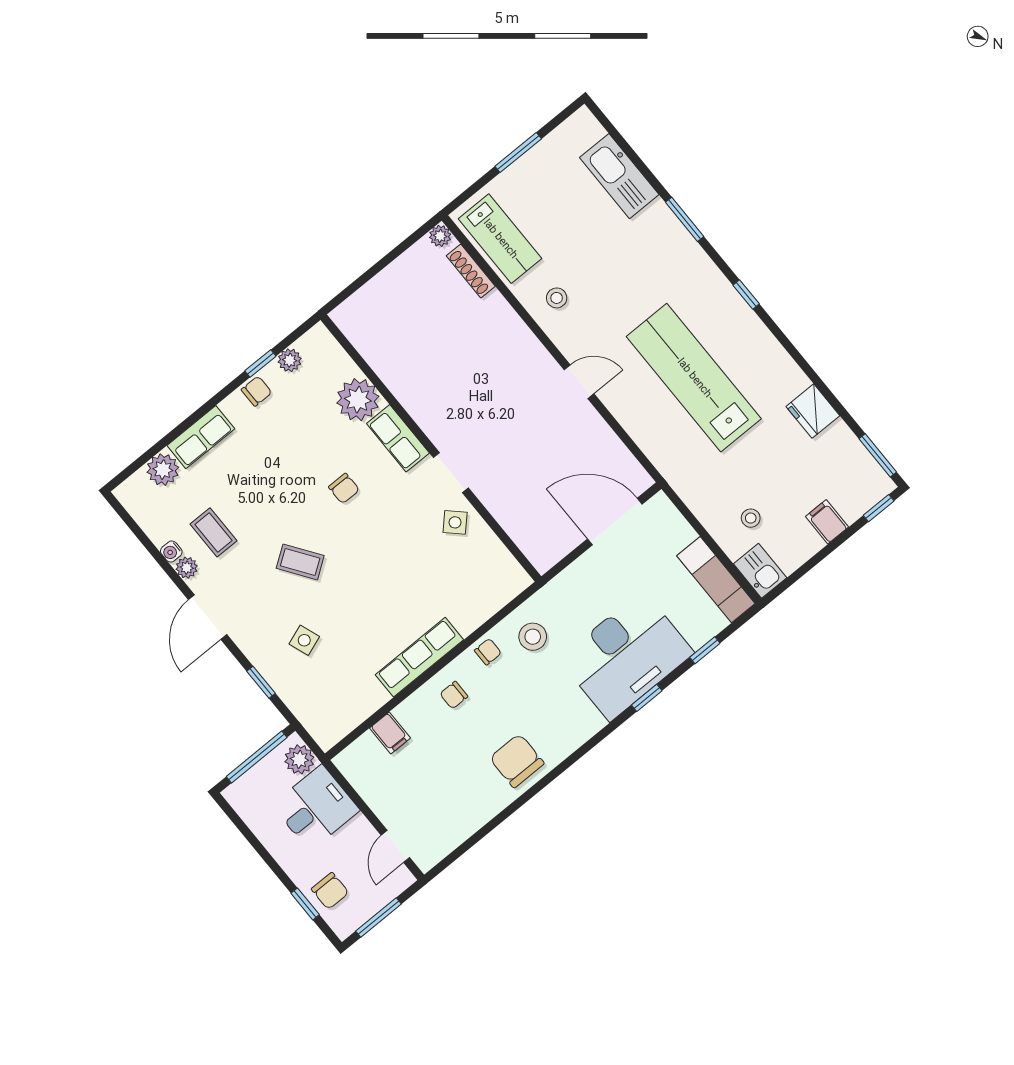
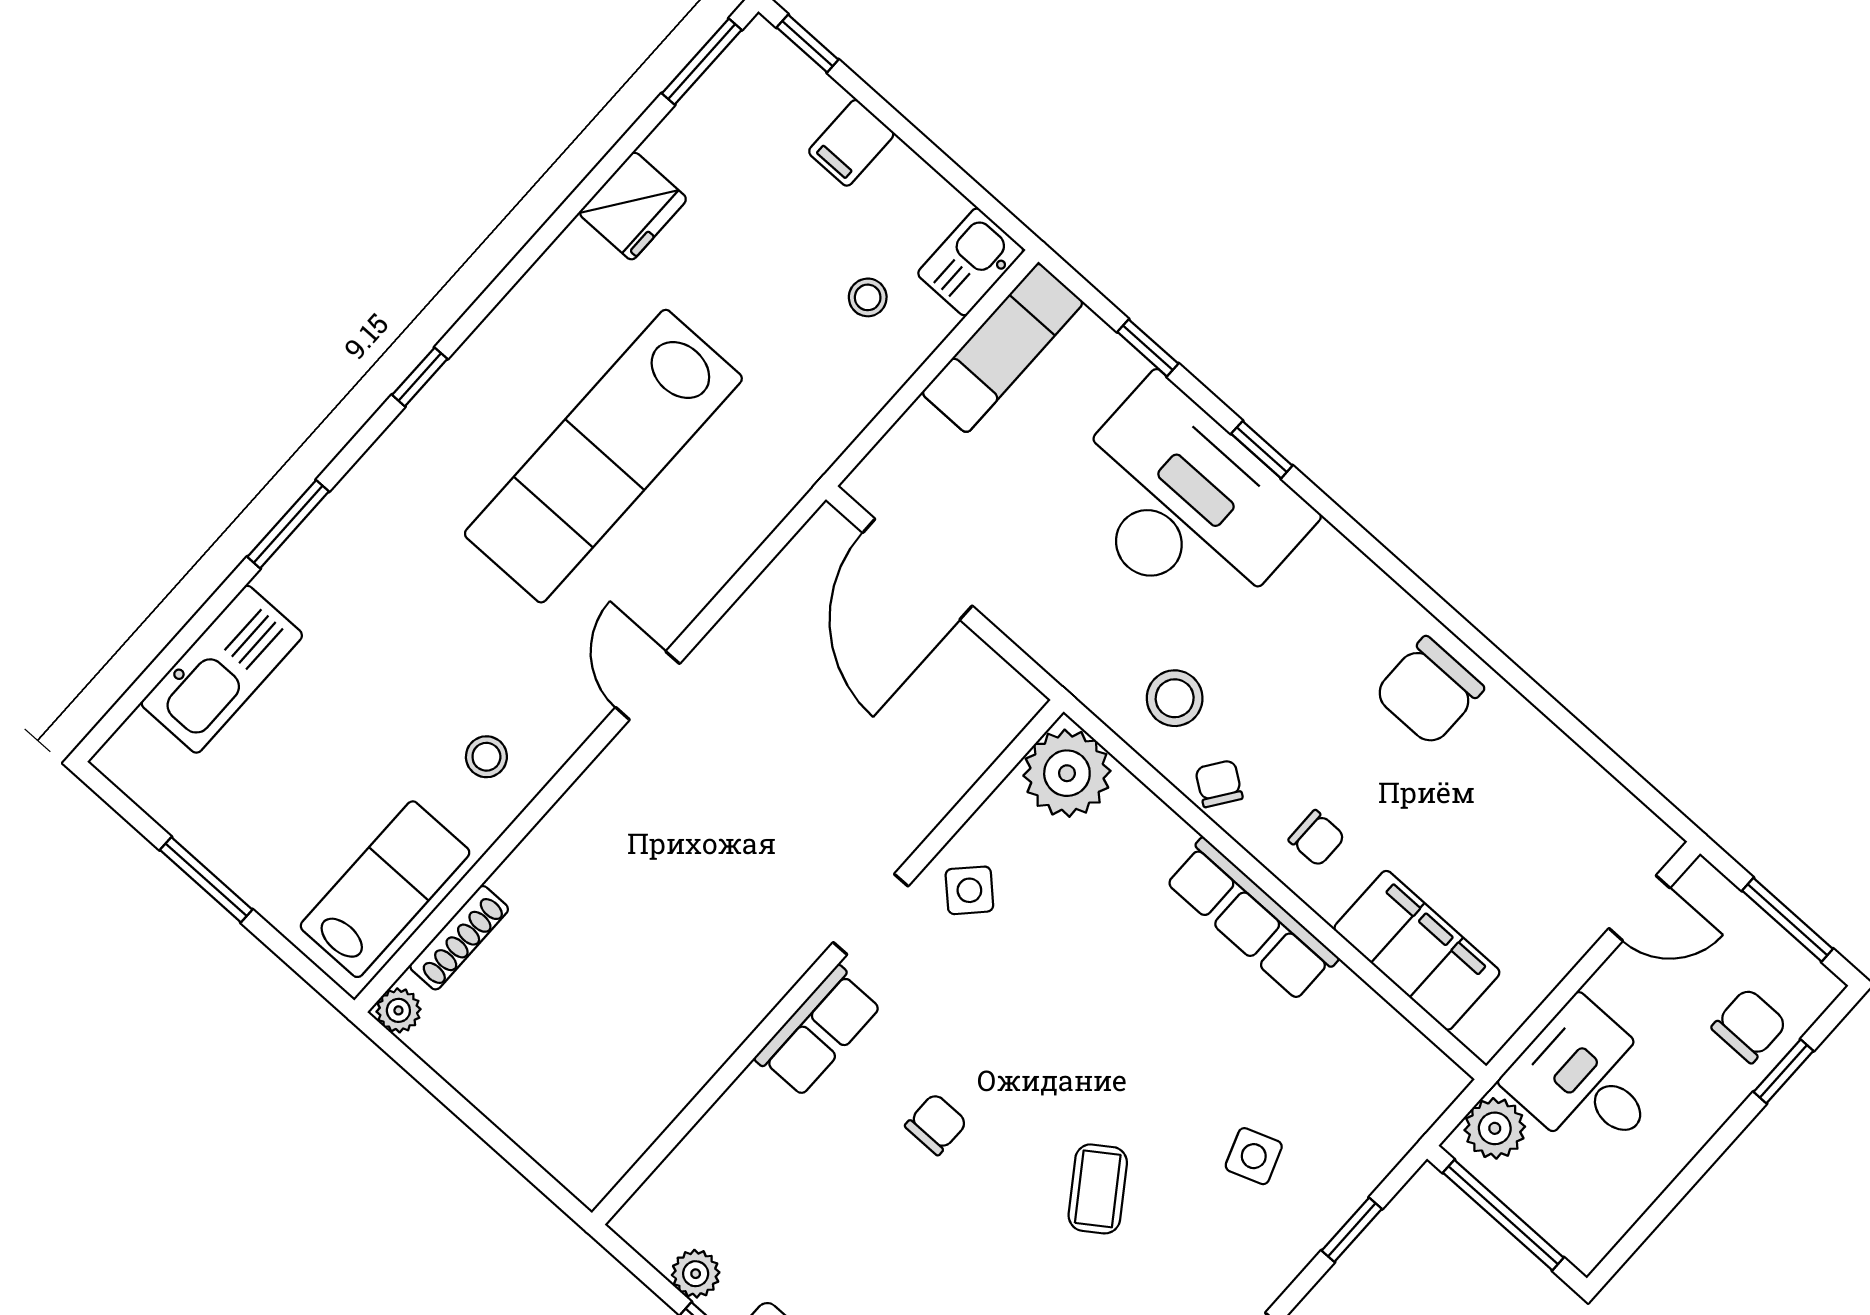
plant: (358, 400) -> (1067, 773), moved
chair: (488, 652) -> (1219, 784), turned 35
filing cabinet: (390, 733) -> (1417, 950), width x3.00, depth x1.17

